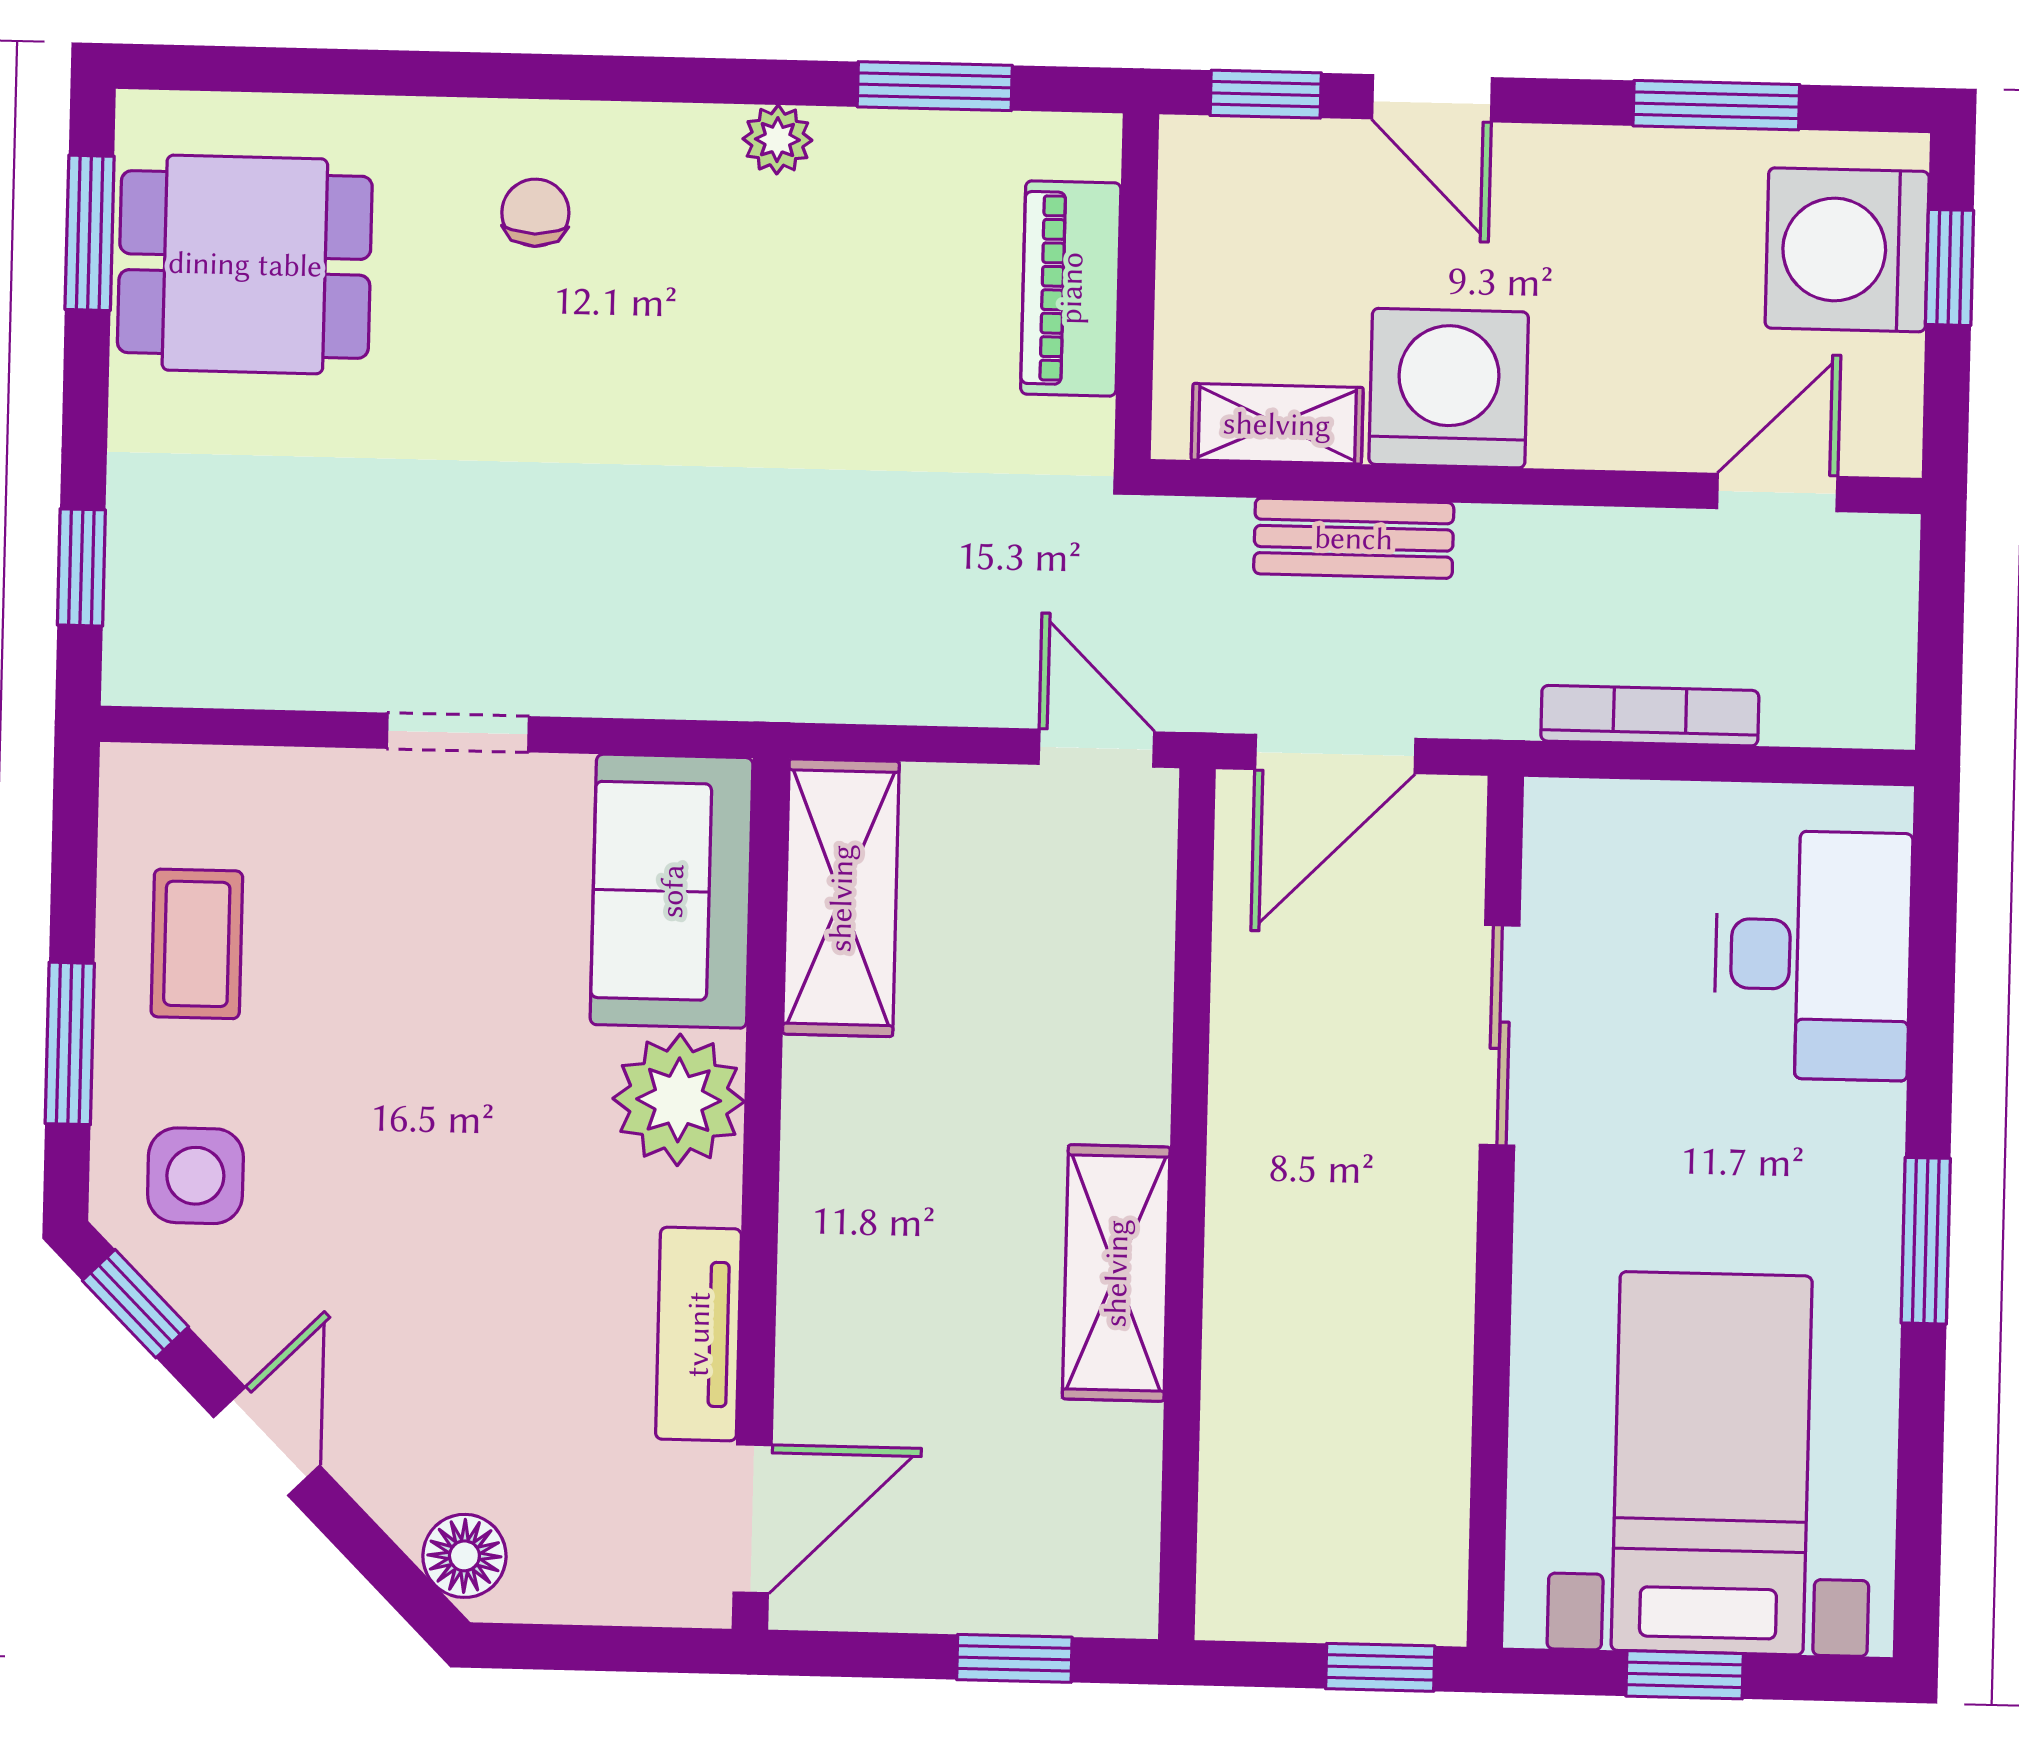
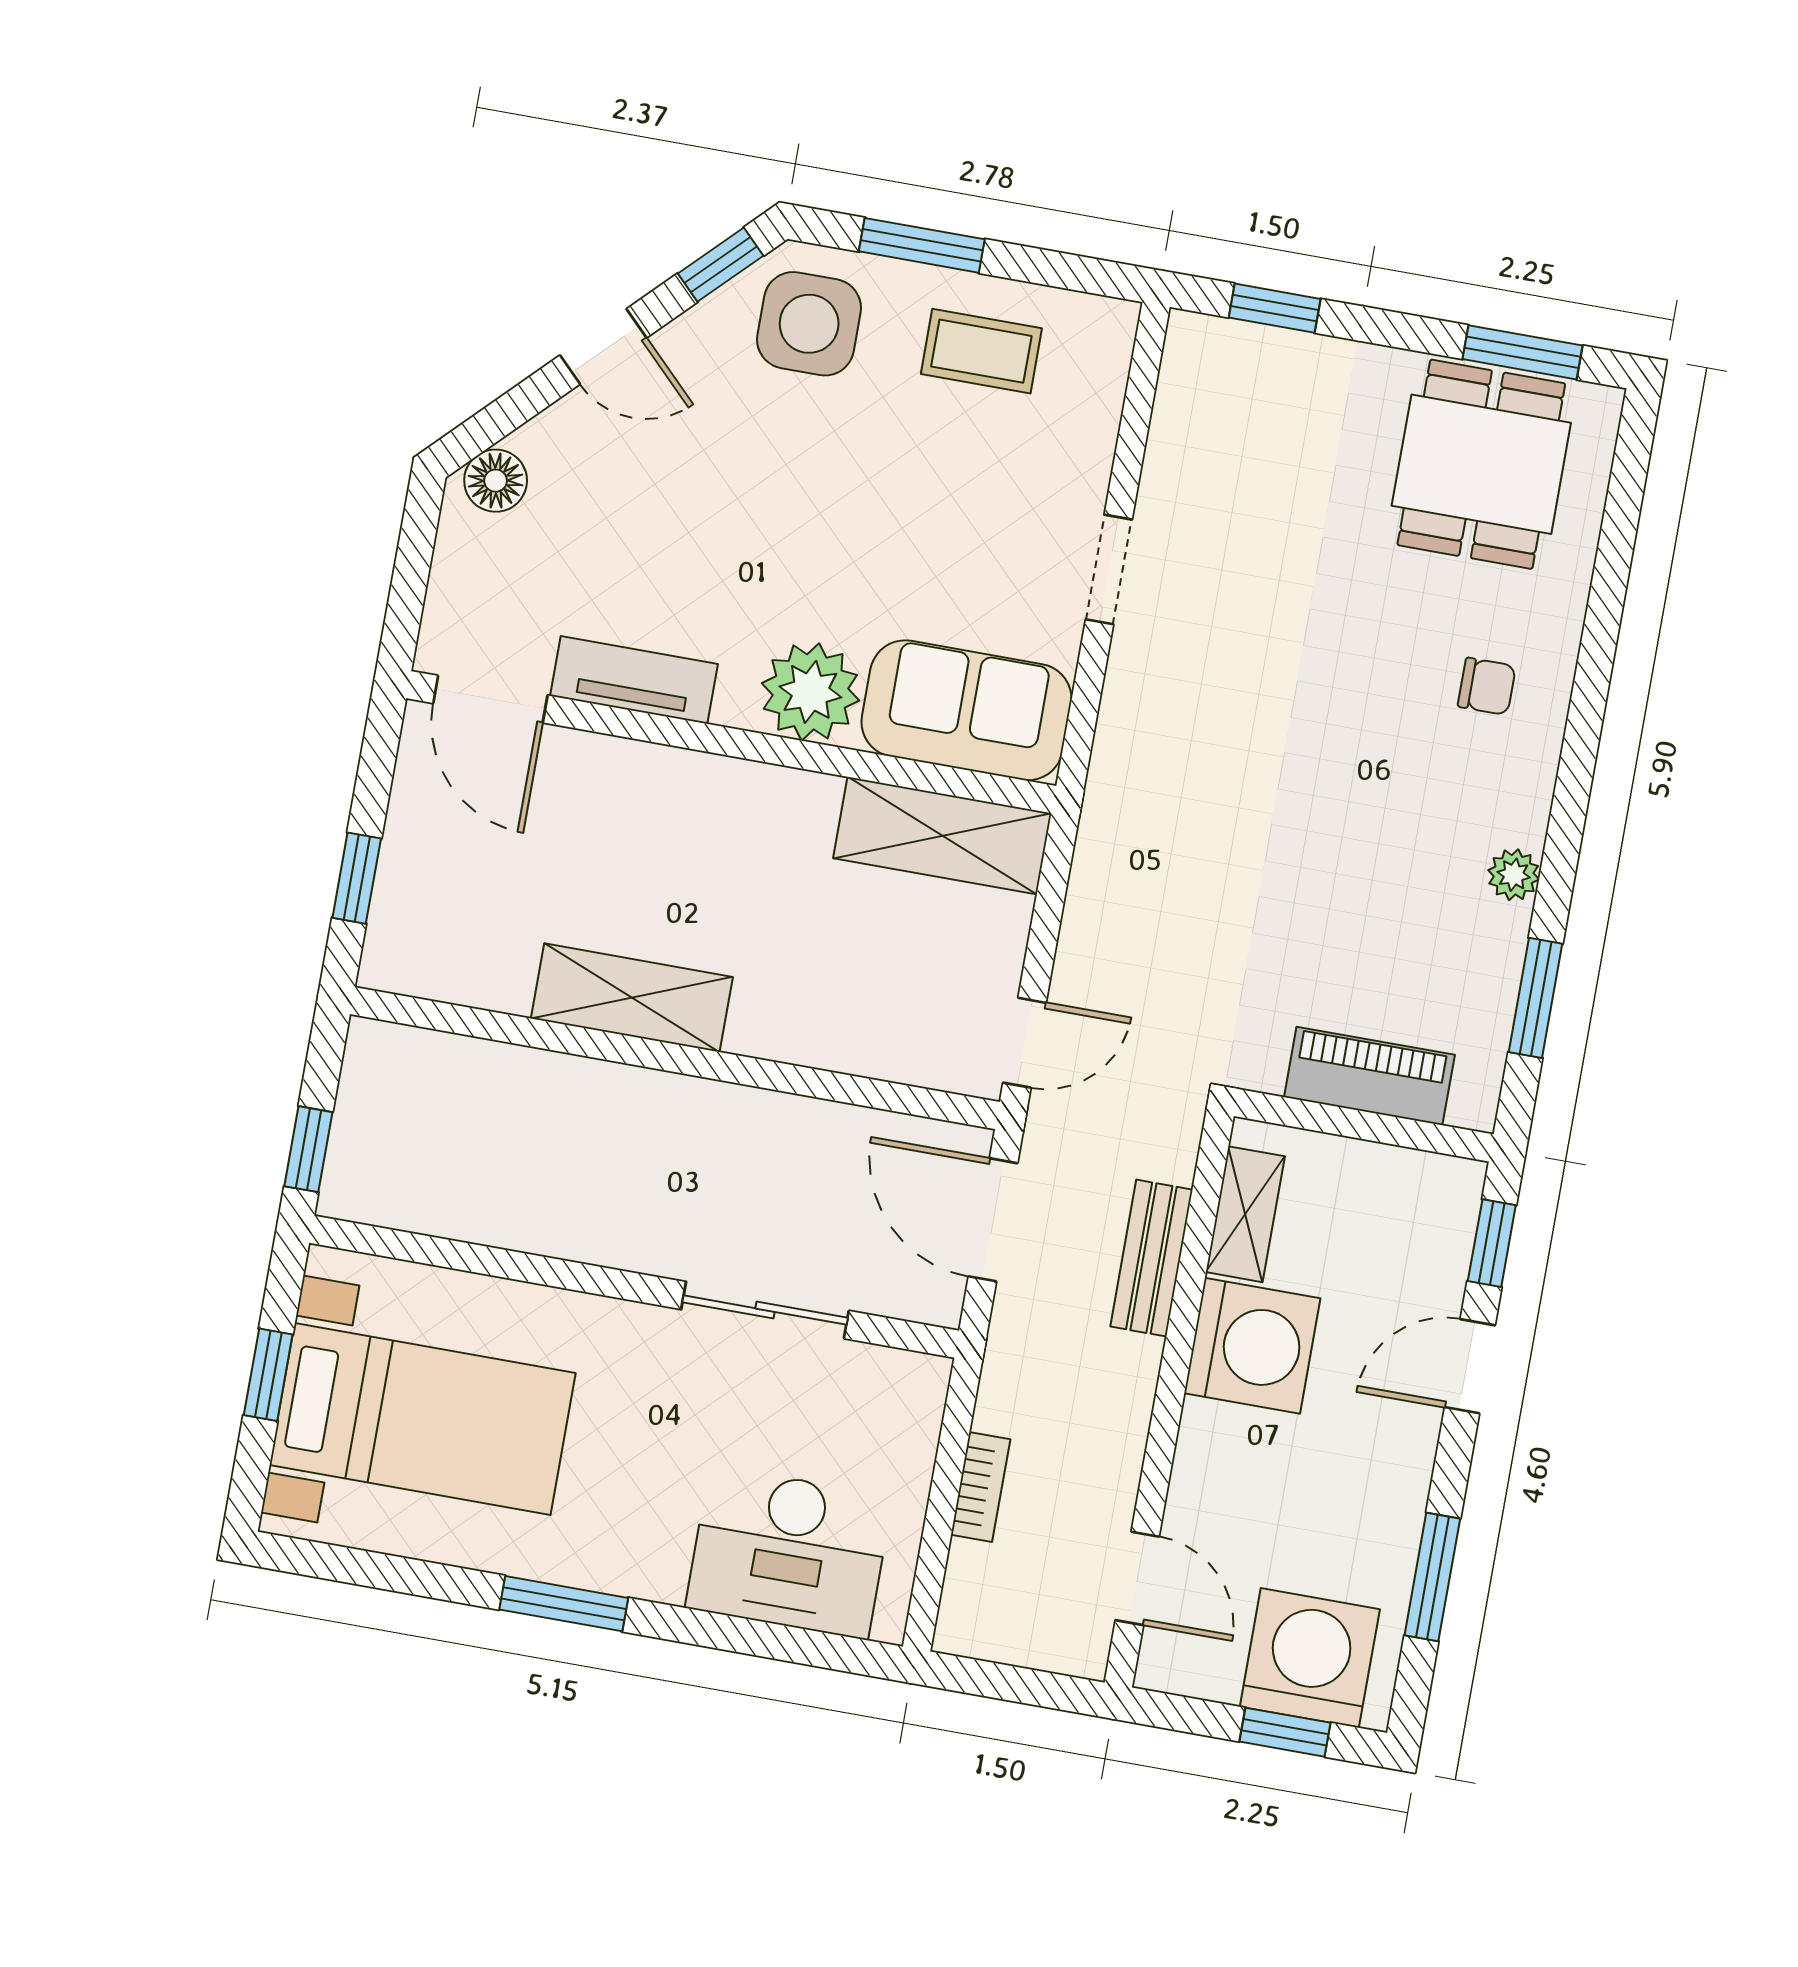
bookcase: (1650, 716) -> (981, 1487), width x0.64
side table: (195, 1176) -> (809, 324), width x1.37, depth x1.37

